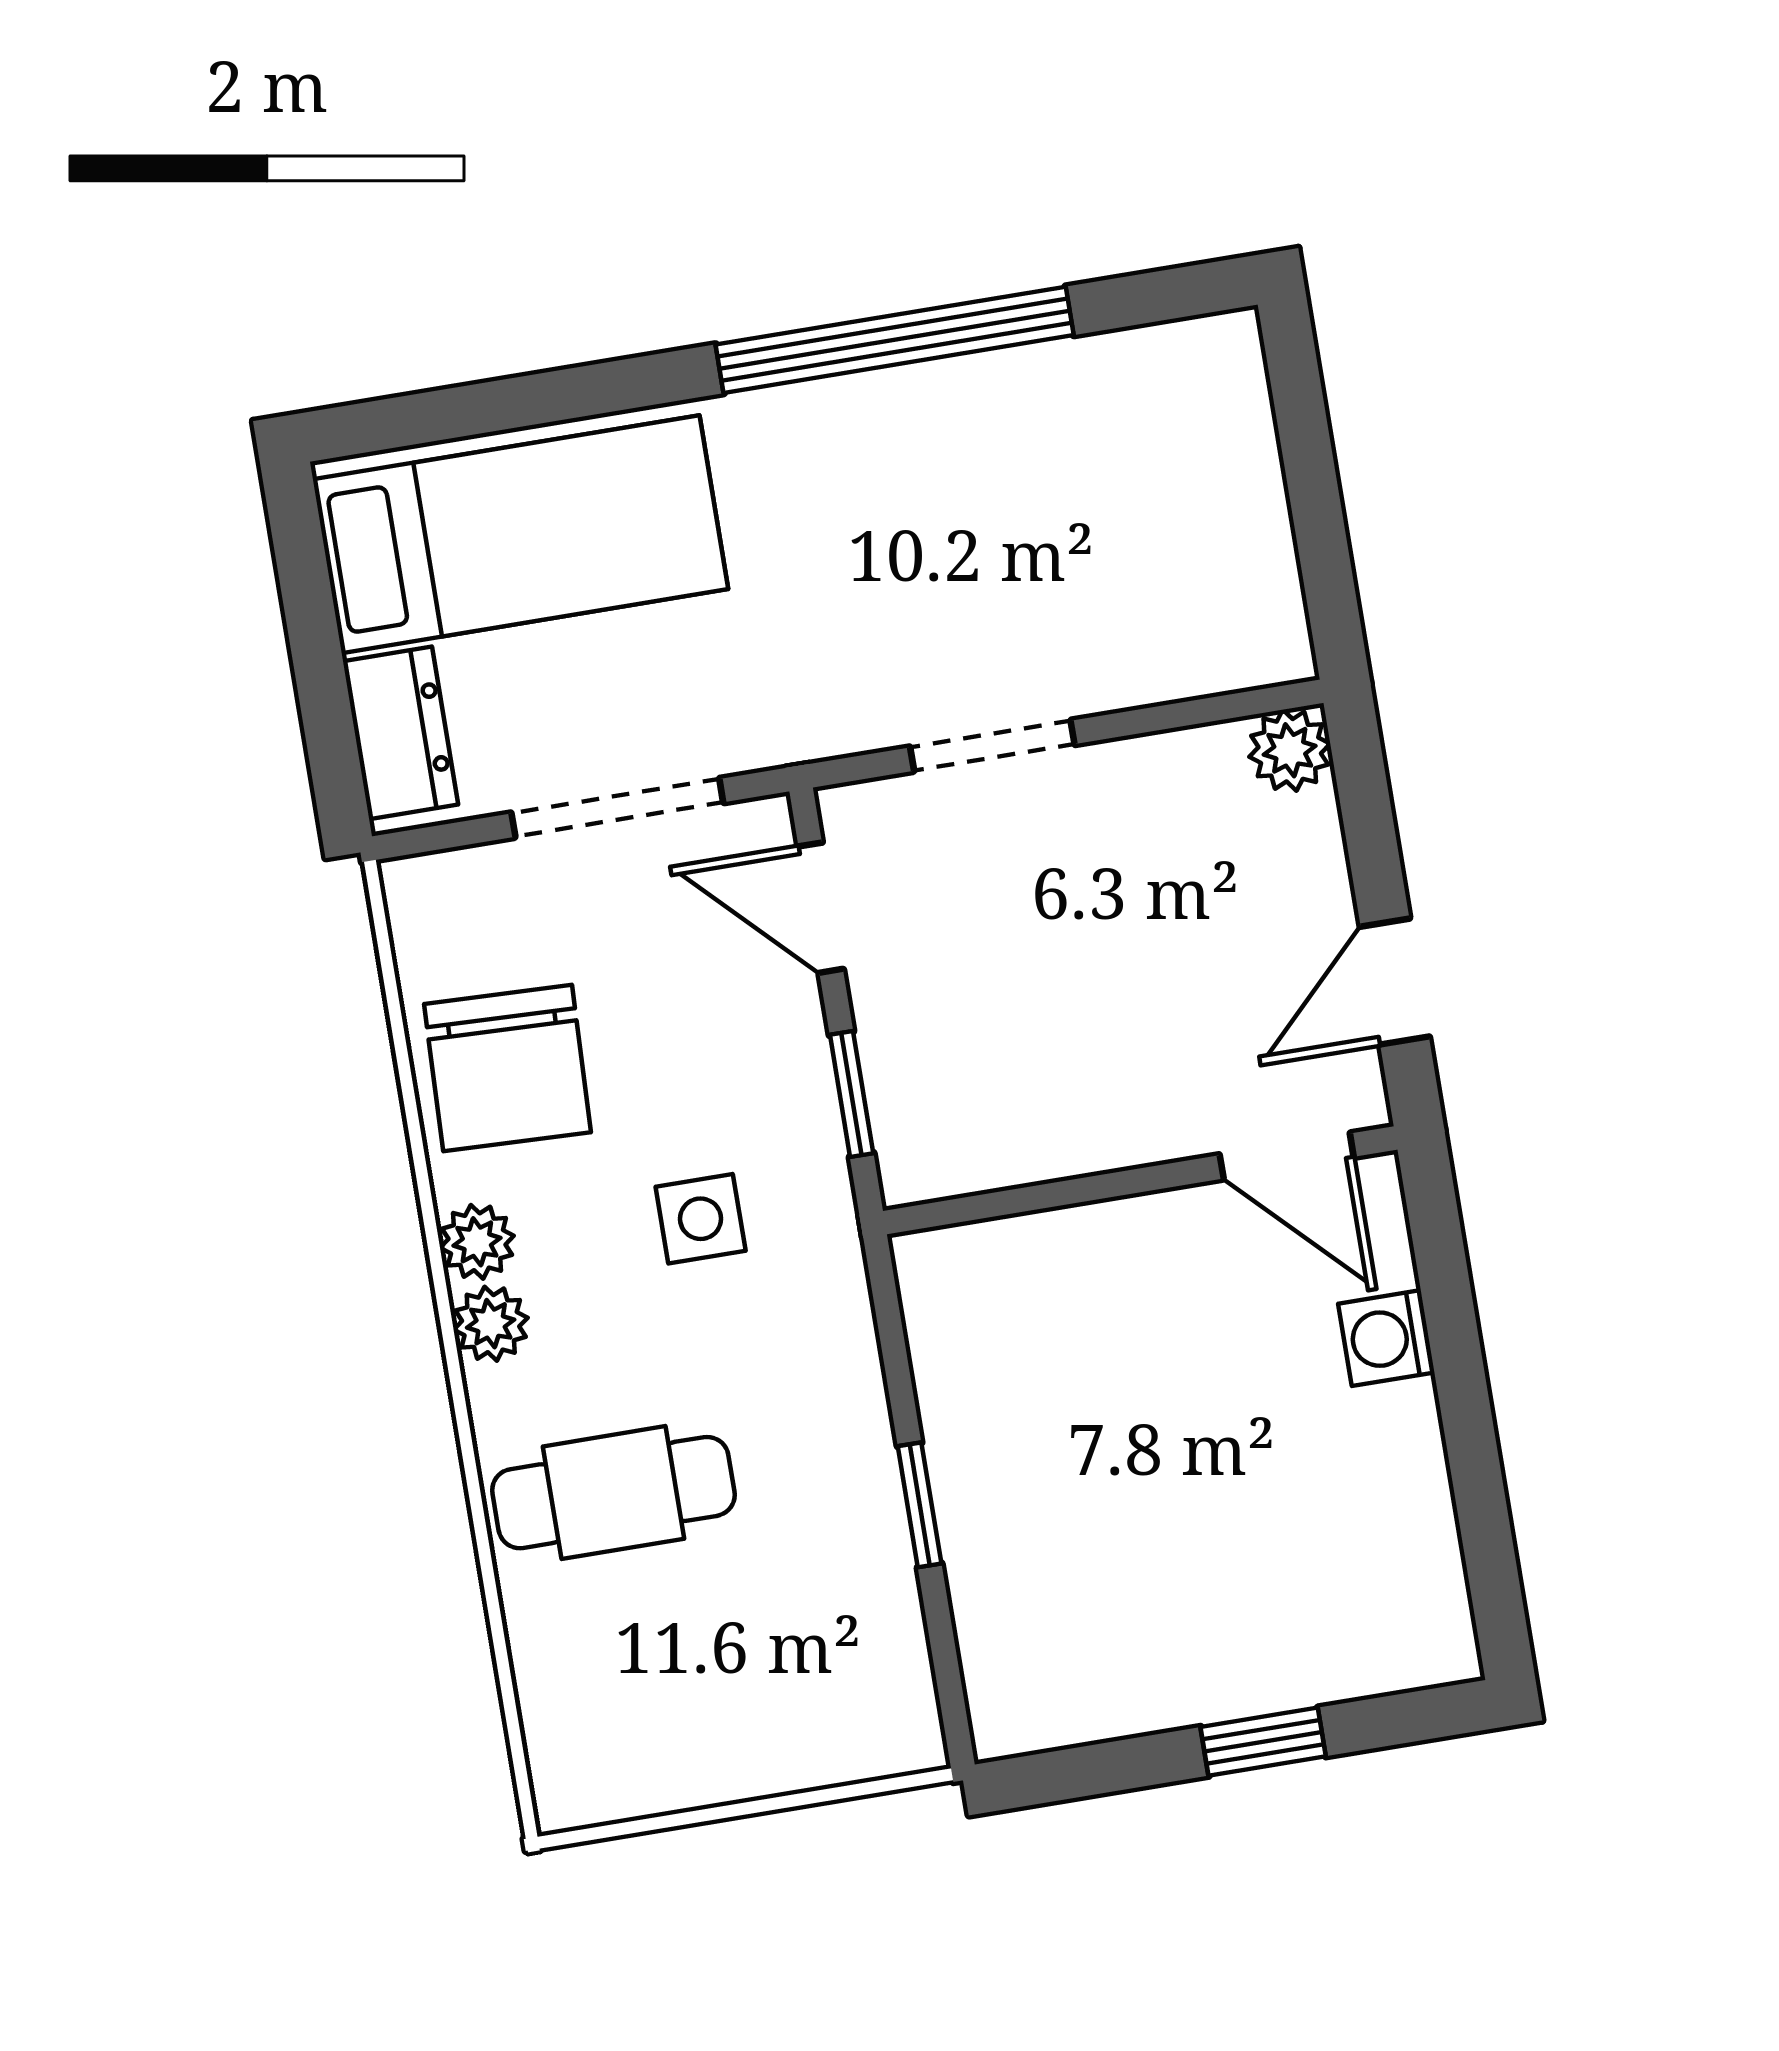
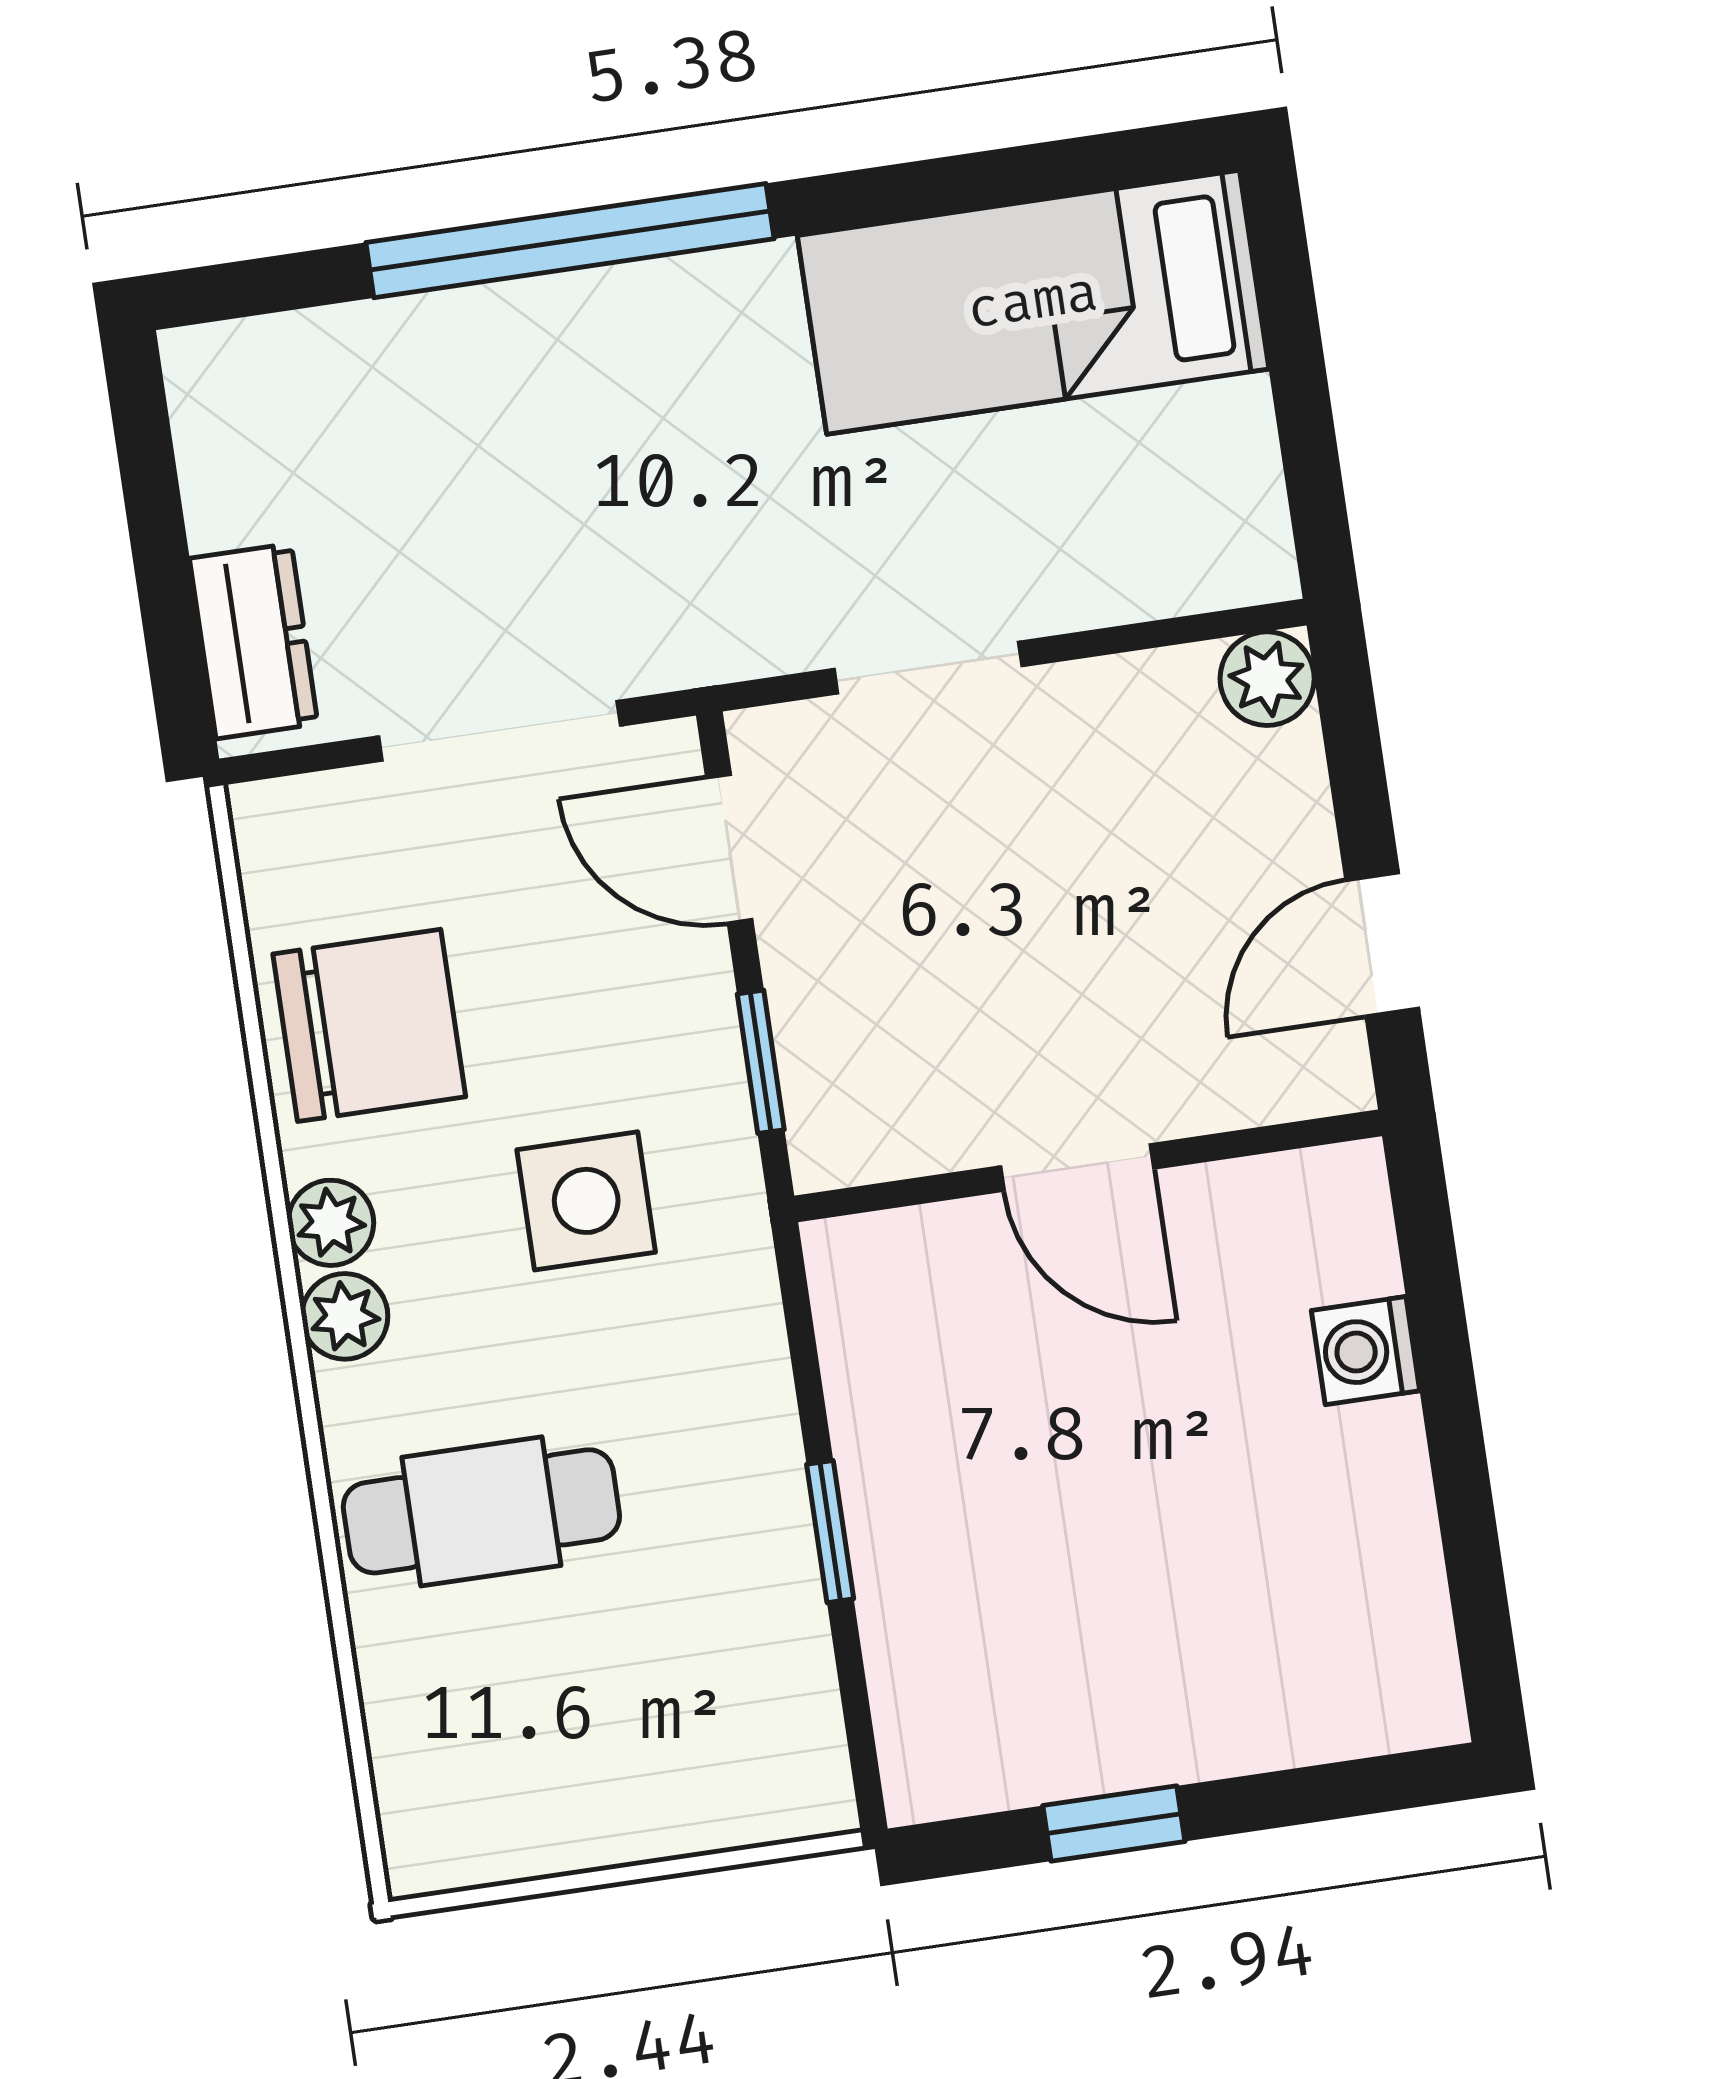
window: (895, 340) -> (570, 241), moved
bed: (520, 534) -> (1033, 302), moved, turned 180
chair: (508, 1068) -> (369, 1025), turned -92
door: (1287, 1156) -> (1077, 1167), moved
side table: (701, 1219) -> (586, 1201), width x1.37, depth x1.37
window: (1263, 1742) -> (1114, 1823), moved

